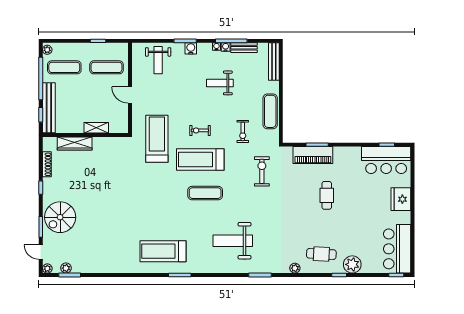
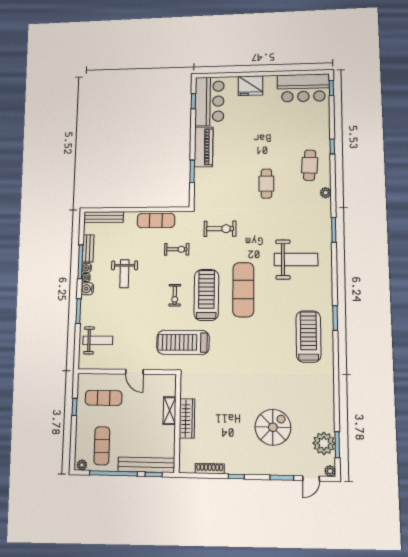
water cooler: (191, 48) -> (87, 289), moved
exercise mat: (106, 67) -> (104, 398), turned 90
door: (130, 95) -> (134, 372), hinge flipped
wardrobe: (75, 143) -> (187, 418), moved
piano: (313, 155) -> (204, 147), moved
treadmill: (200, 159) -> (206, 295), turned 180
exercise bike: (262, 171) -> (220, 229), turned 180
exercise mat: (205, 193) -> (243, 290), width x1.36, depth x1.45
cafe table: (327, 195) -> (266, 184), moved, turned 90
spiral stairs: (60, 217) -> (273, 427), moved, turned -90
weight bench: (233, 241) -> (296, 259), turned -90
treadmill: (163, 251) -> (308, 336), turned 180
plant: (352, 264) -> (321, 133), removed
plant: (66, 268) -> (324, 443), width x1.87, depth x1.87

